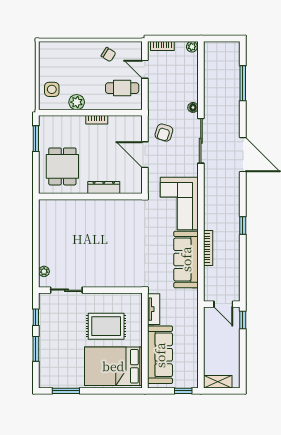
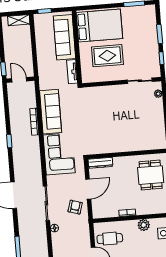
door: (145, 155) -> (88, 189), hinge flipped
dresser: (104, 188) -> (100, 163), moved

